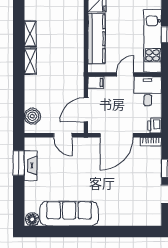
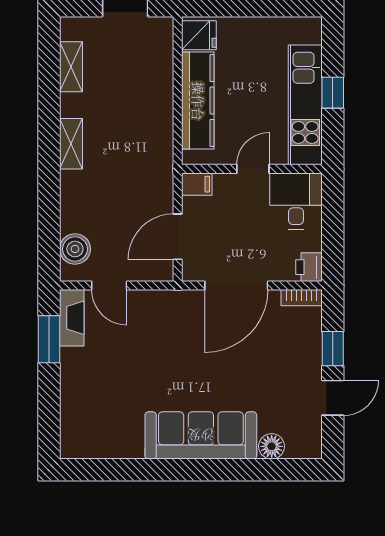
shelving: (30, 34) -> (71, 67), moved
door: (63, 135) -> (109, 285), moved
fireplace: (31, 166) -> (72, 318), moved
sofa: (69, 214) -> (201, 435), moved
floor lamp: (32, 219) -> (272, 446), moved

